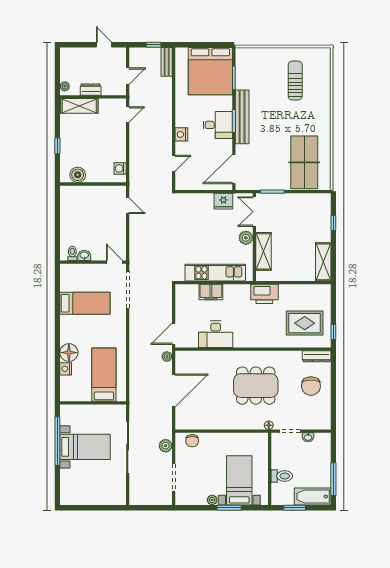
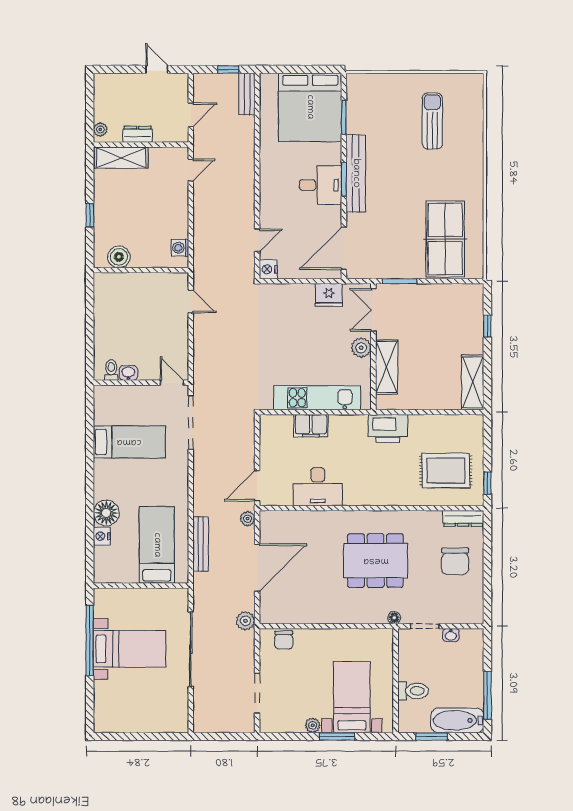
nightstand: (181, 134) -> (268, 269), moved
bench: (134, 374) -> (201, 544), added
plant: (166, 446) -> (245, 621), moved

